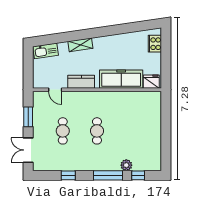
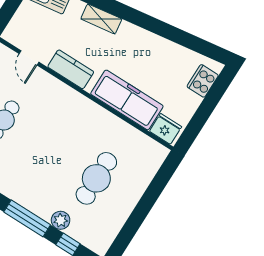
cafe table: (97, 131) -> (96, 178), moved, width x1.37, depth x1.35

